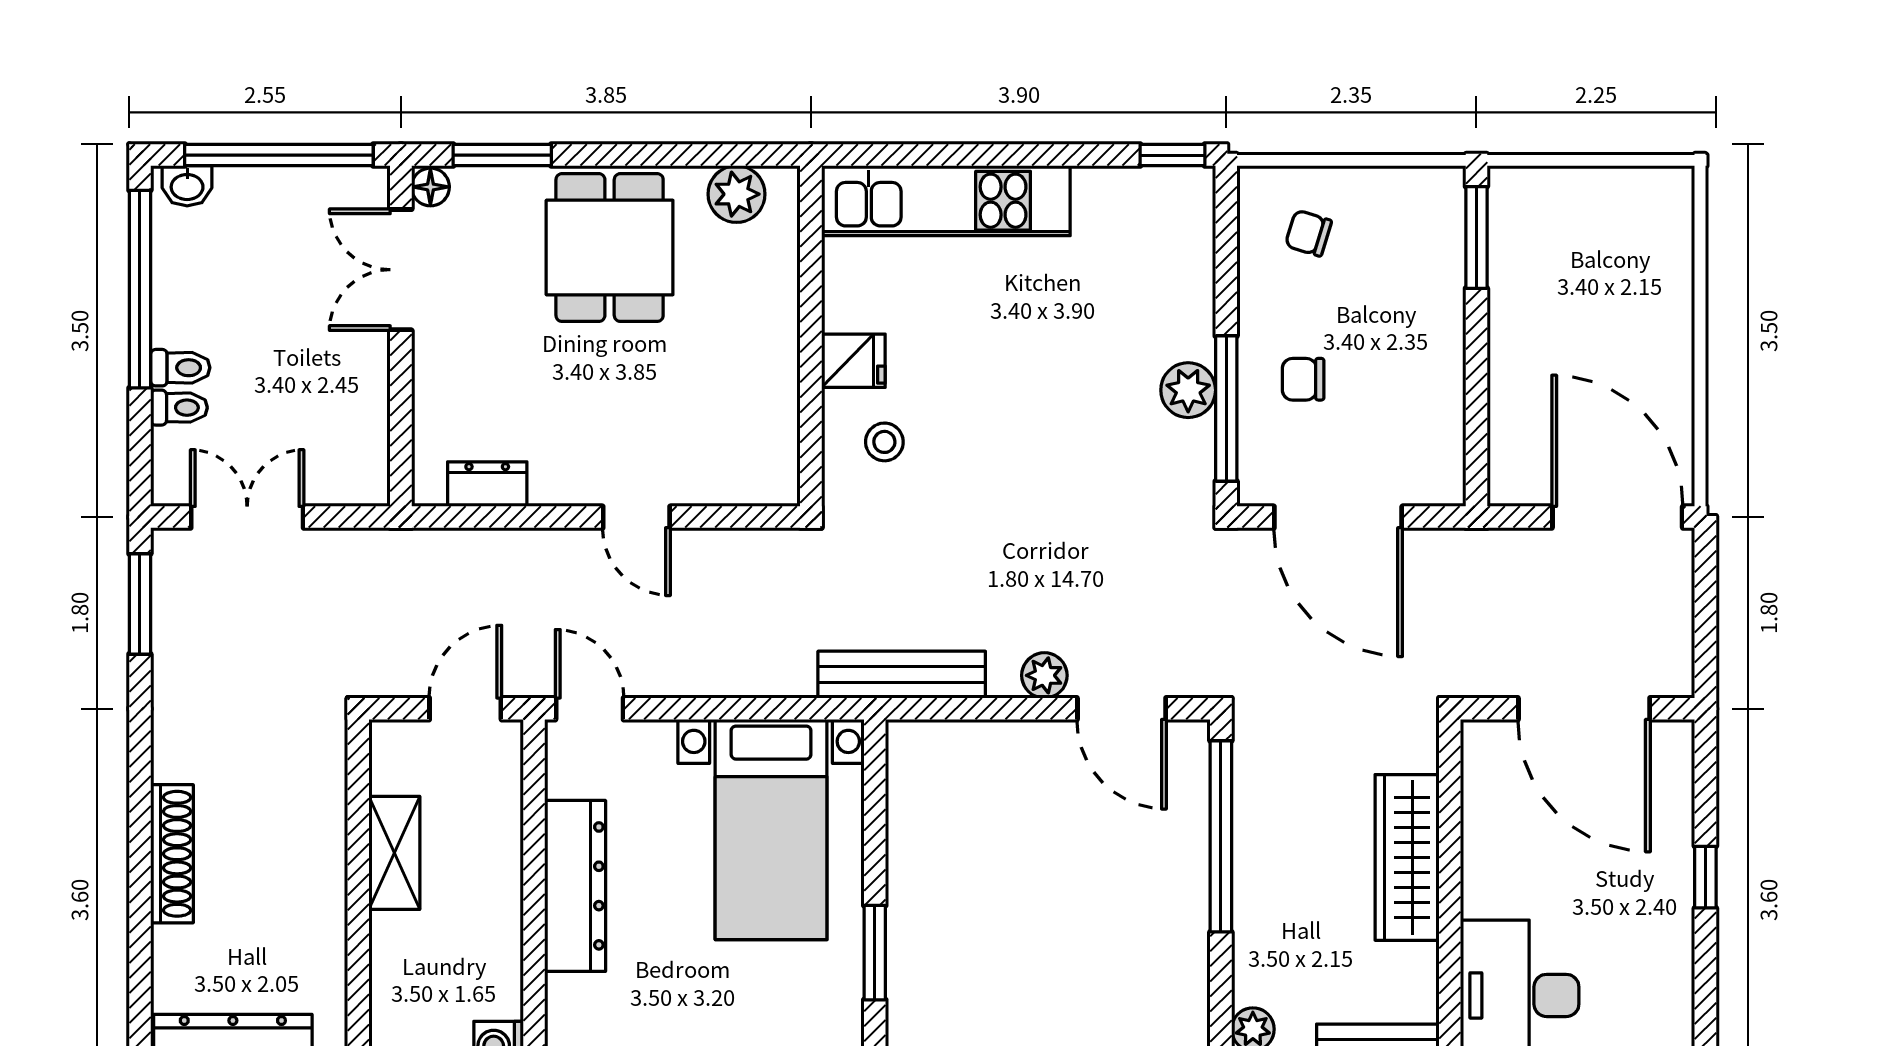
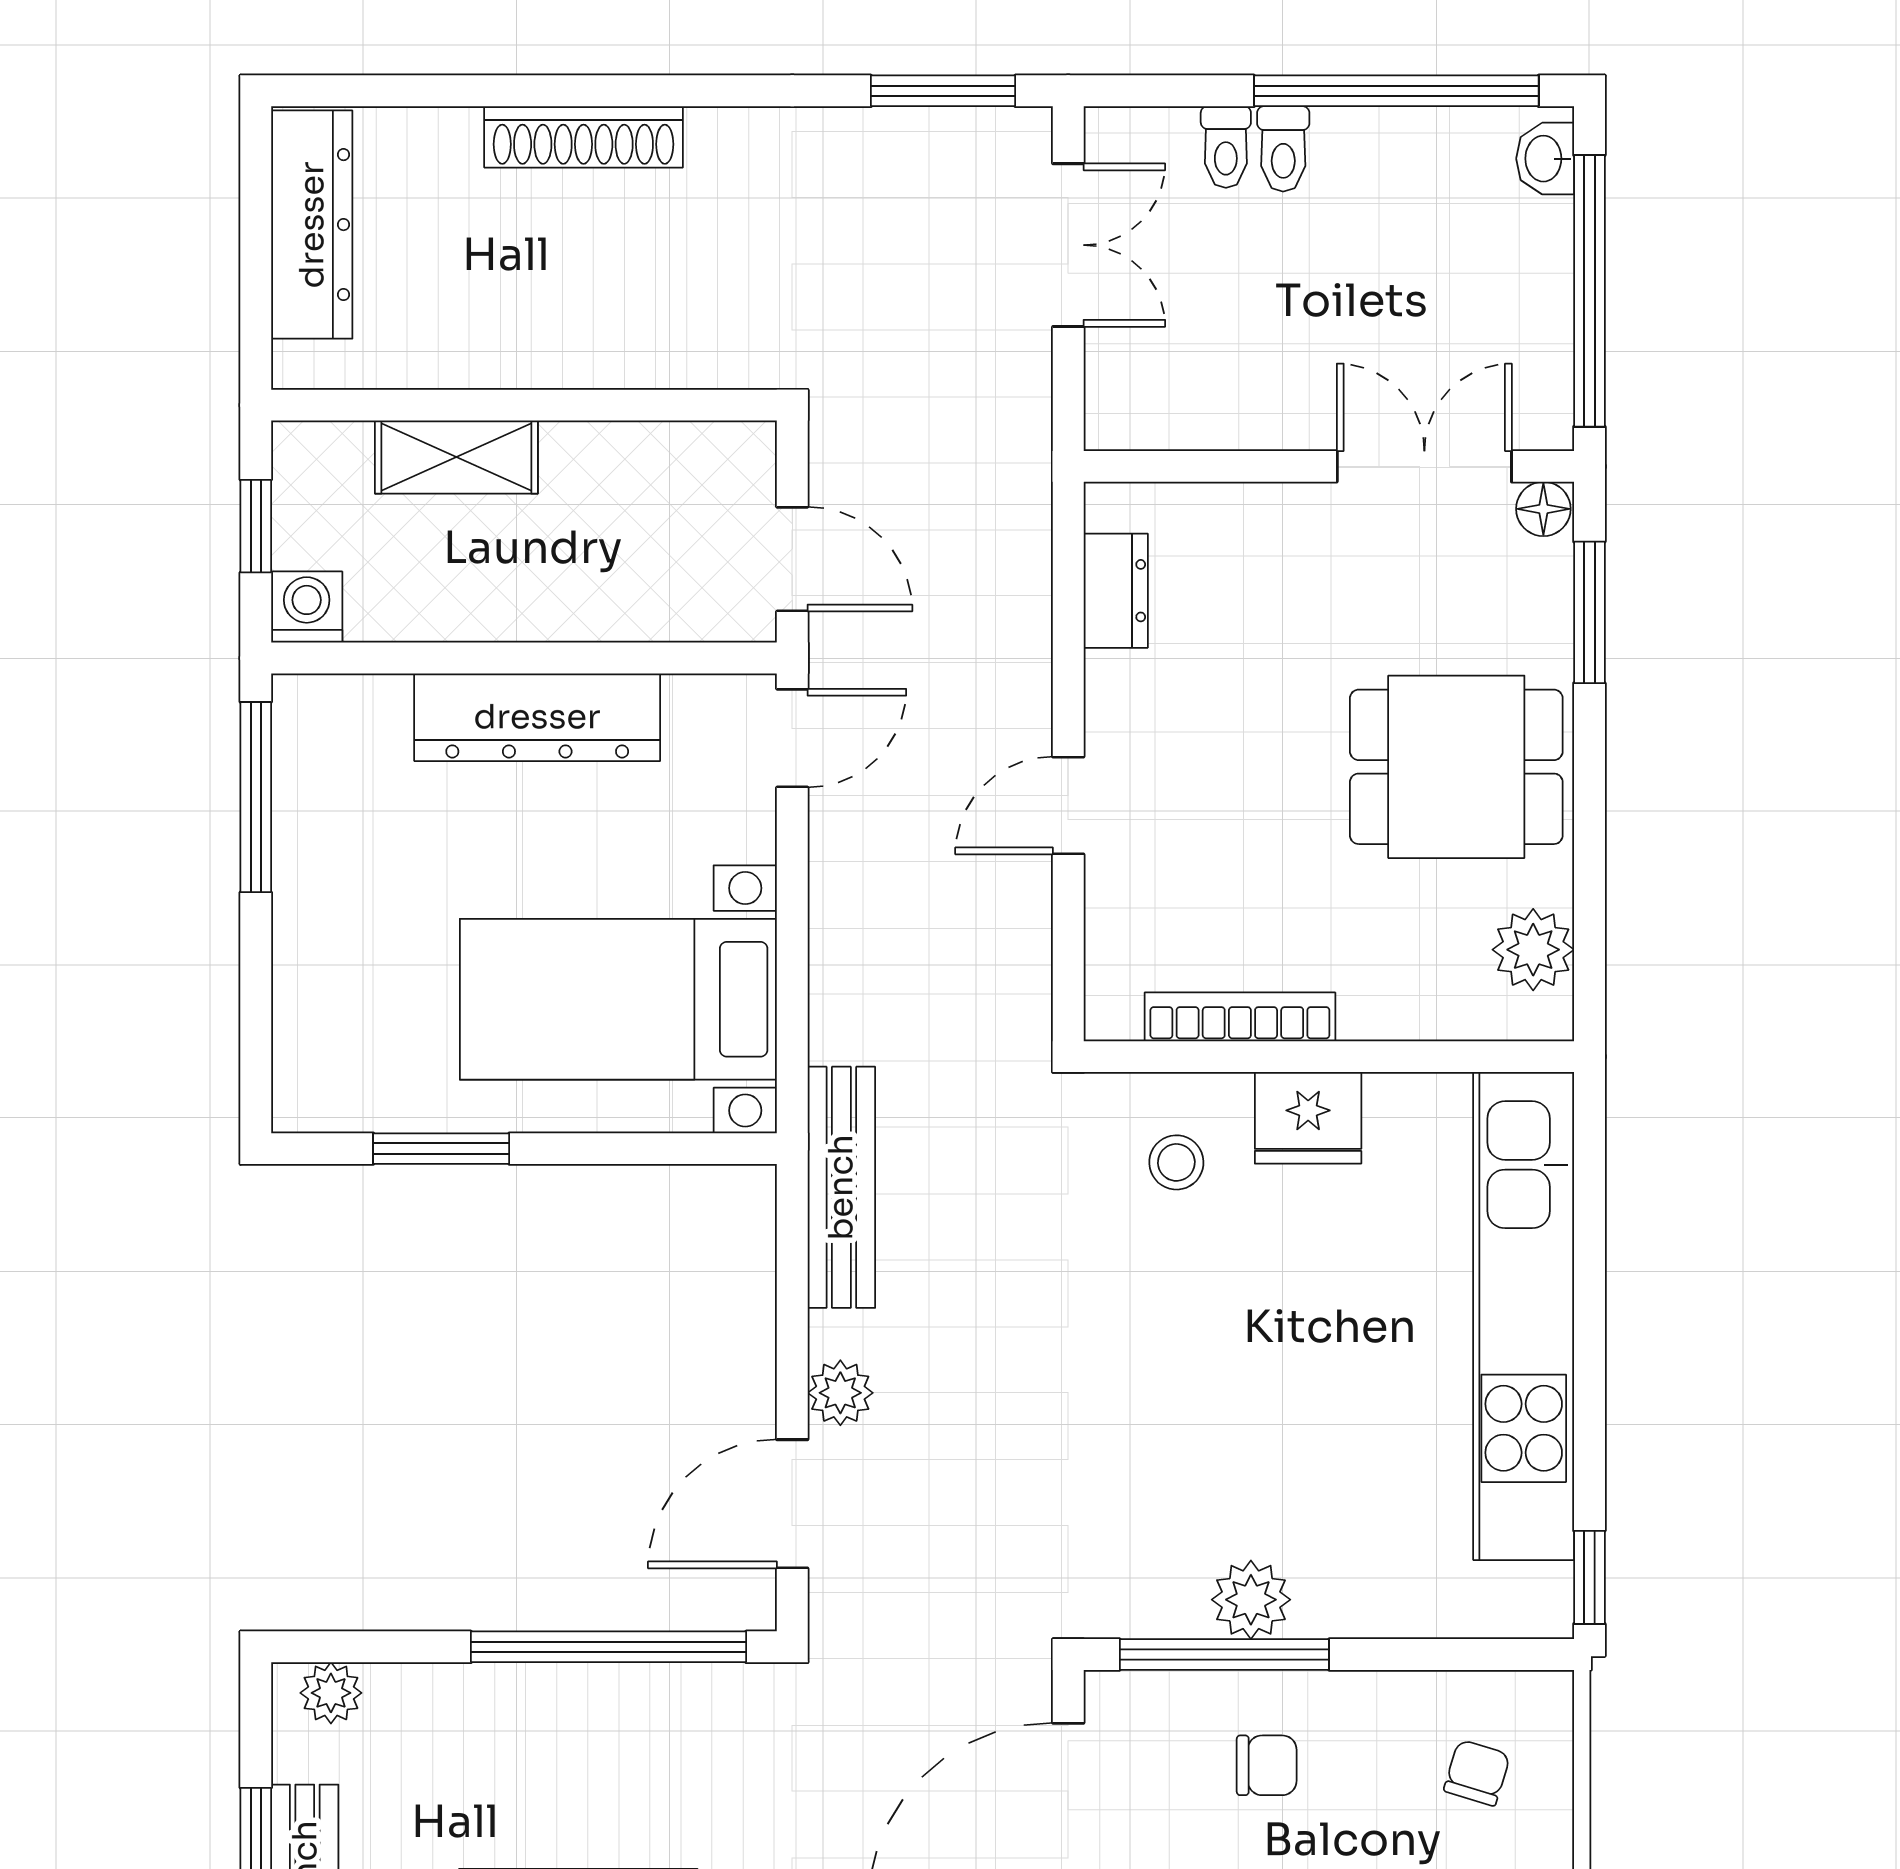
kitchen unit: (946, 201) -> (1524, 1316), width x1.36
fridge: (853, 361) -> (1308, 1118), width x1.38
chair: (1303, 379) -> (1267, 1765), turned 90
bookcase: (783, 398) -> (1240, 1017), added
shelving: (394, 853) -> (456, 457), moved

